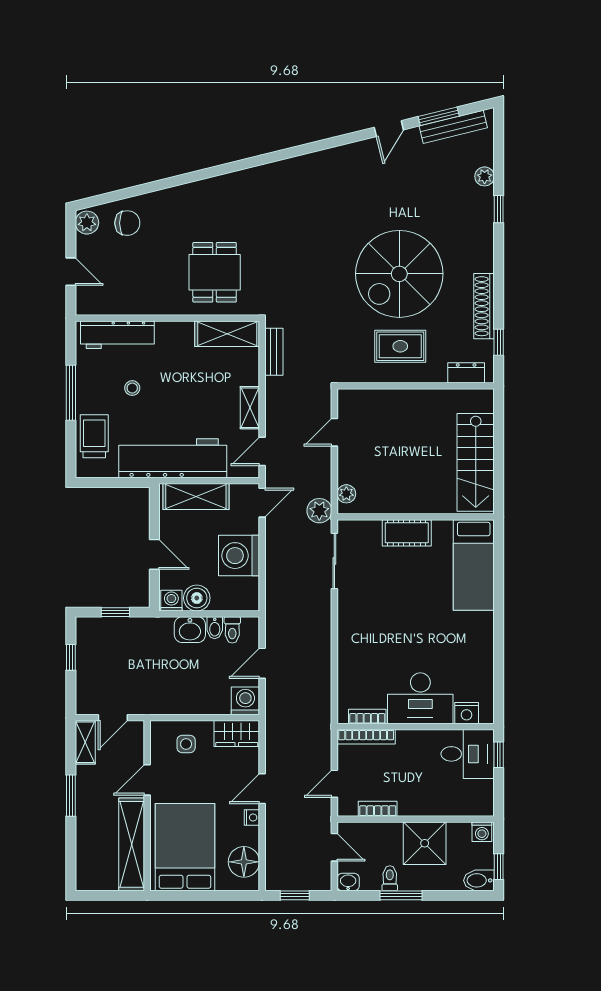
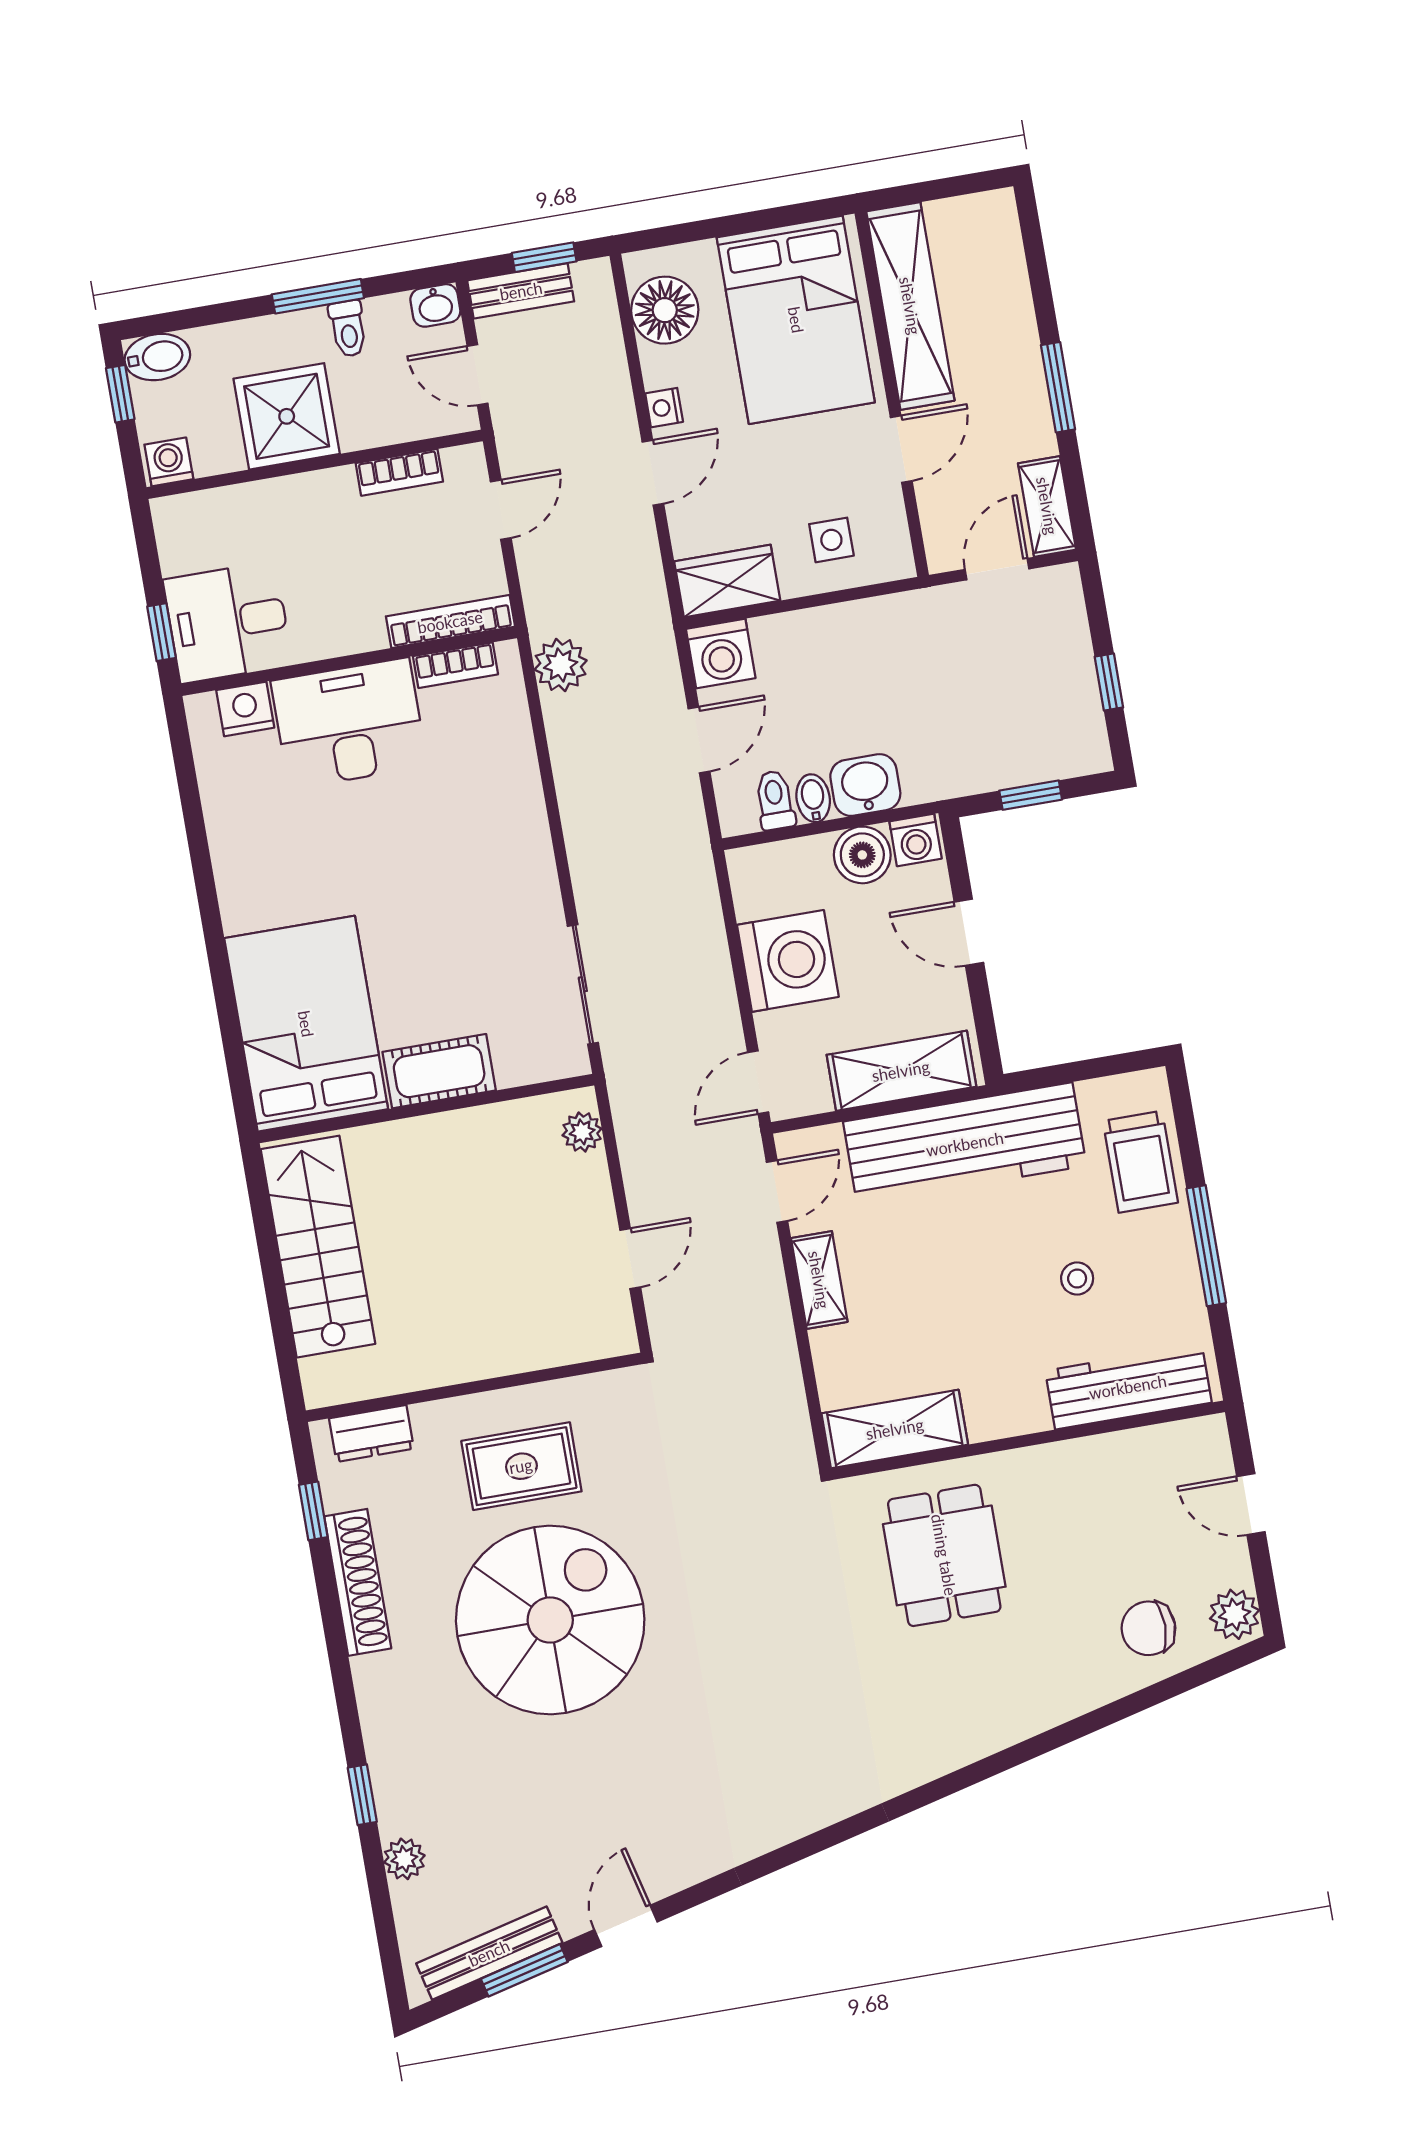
bench: (274, 352) -> (521, 291), moved, turned 90
plant: (319, 511) -> (561, 665), moved
bed: (474, 565) -> (306, 1024), width x1.50

